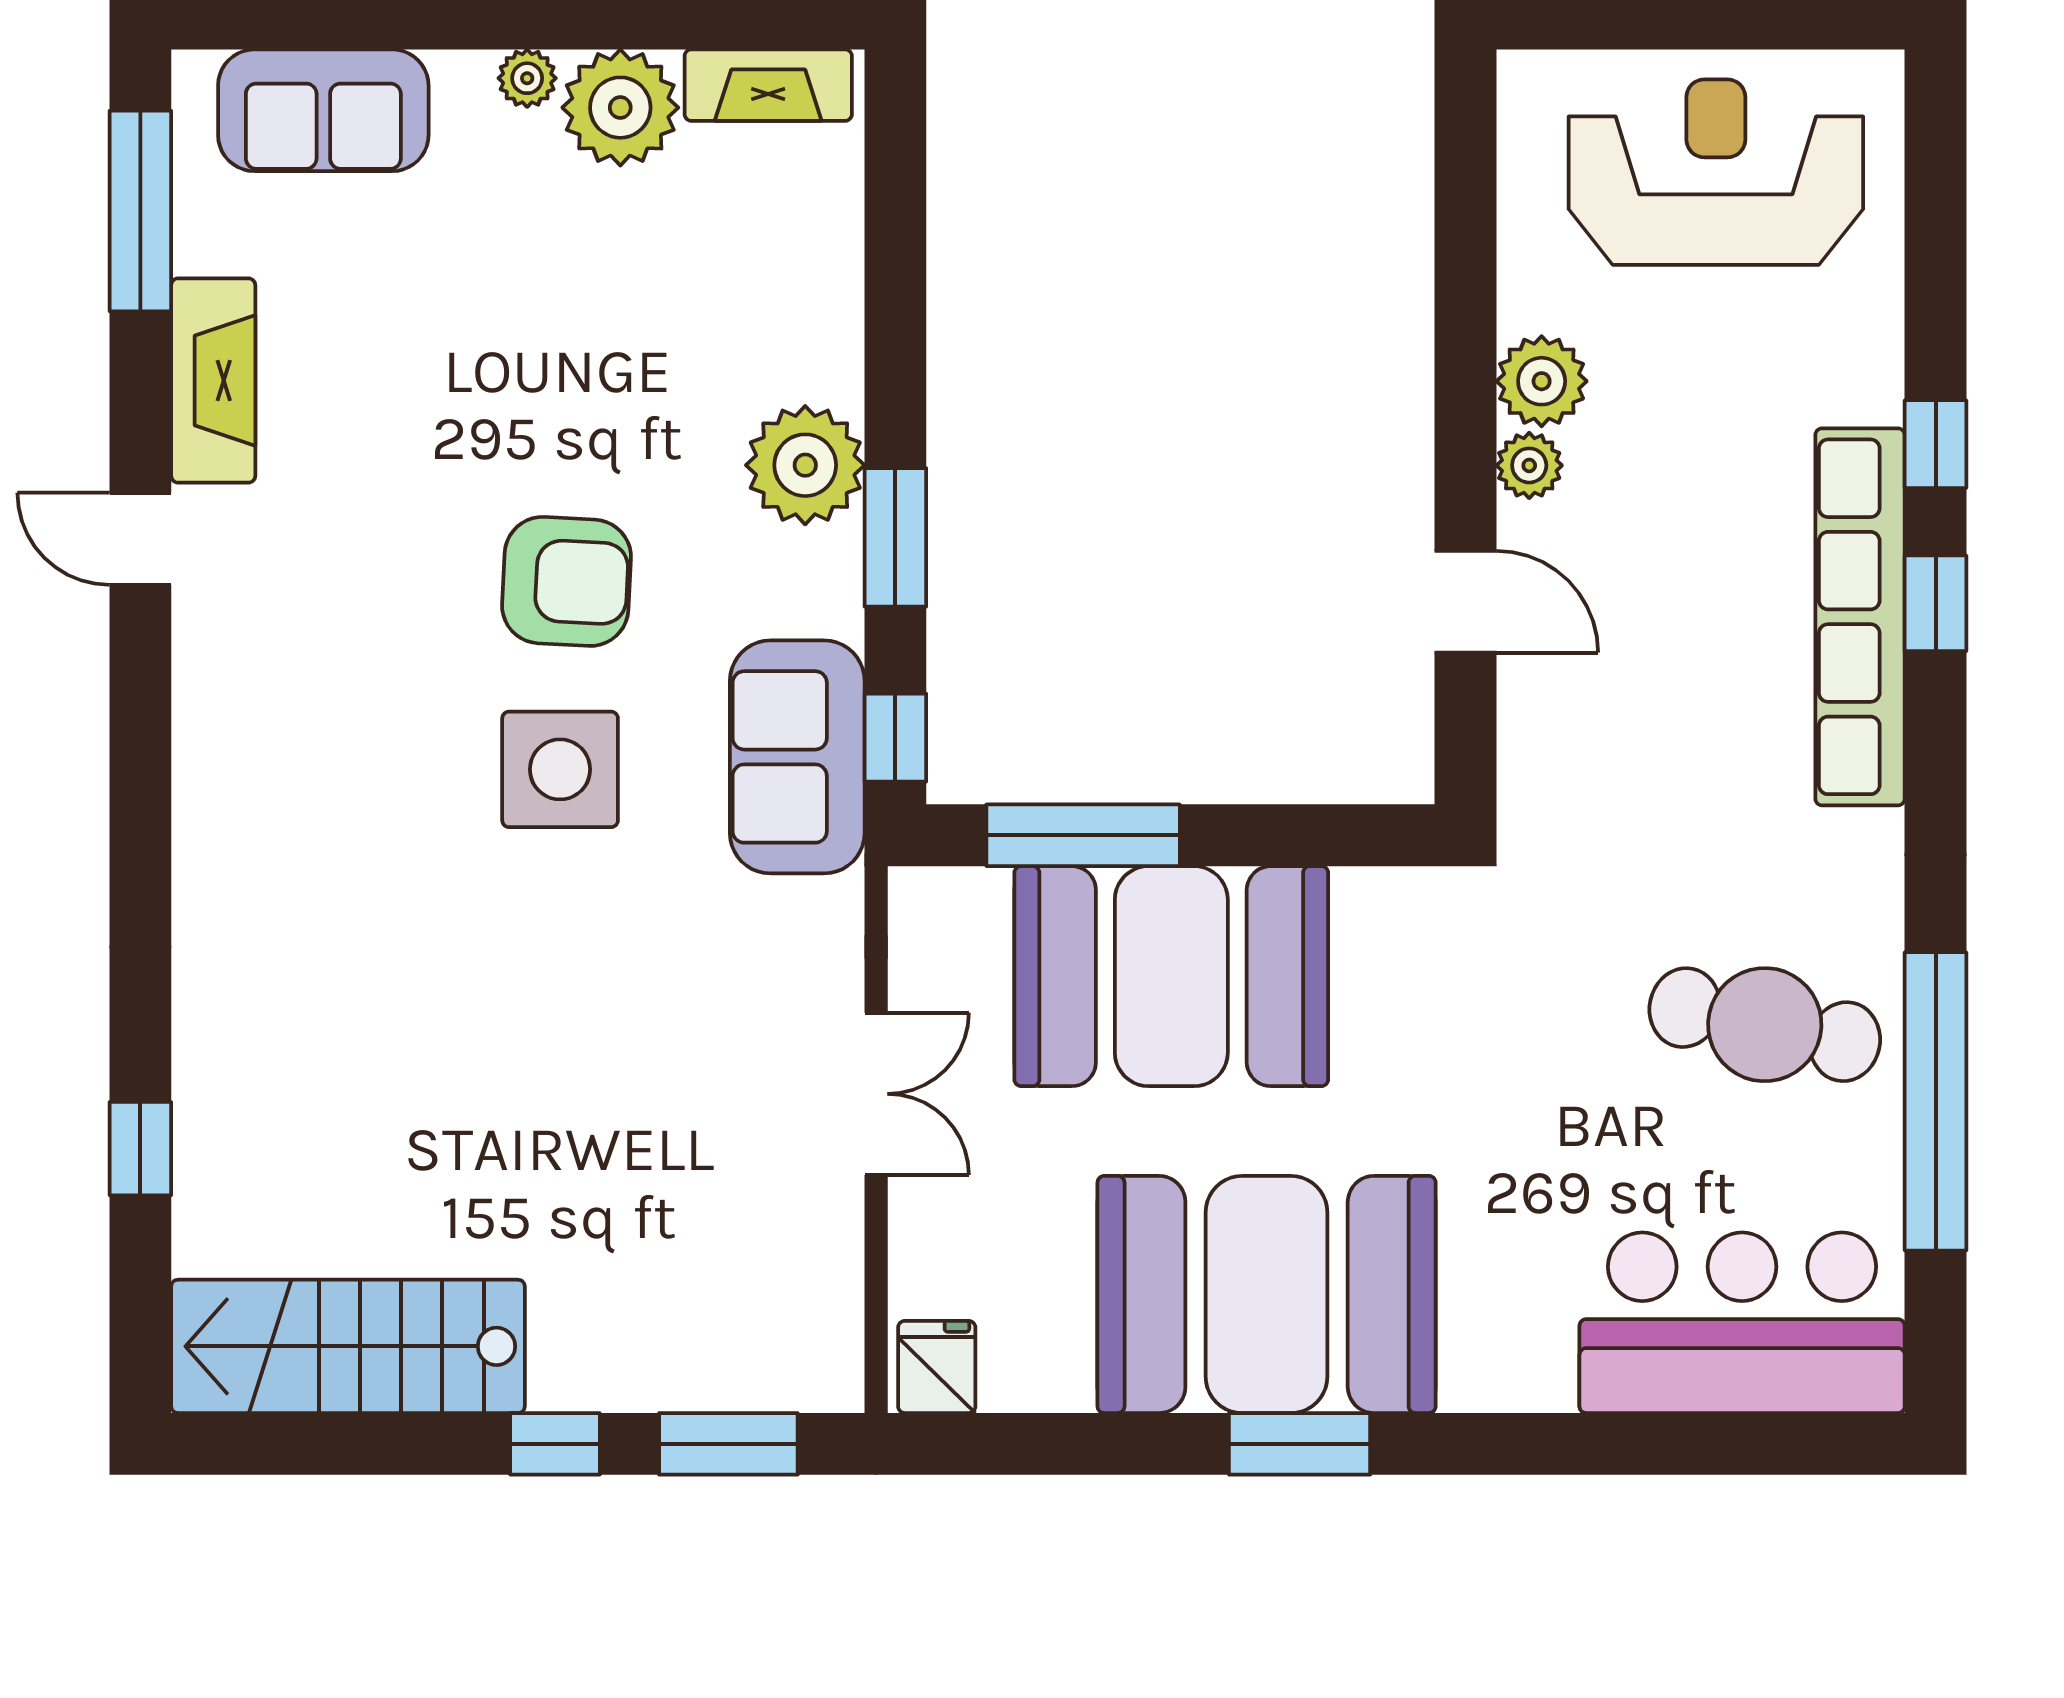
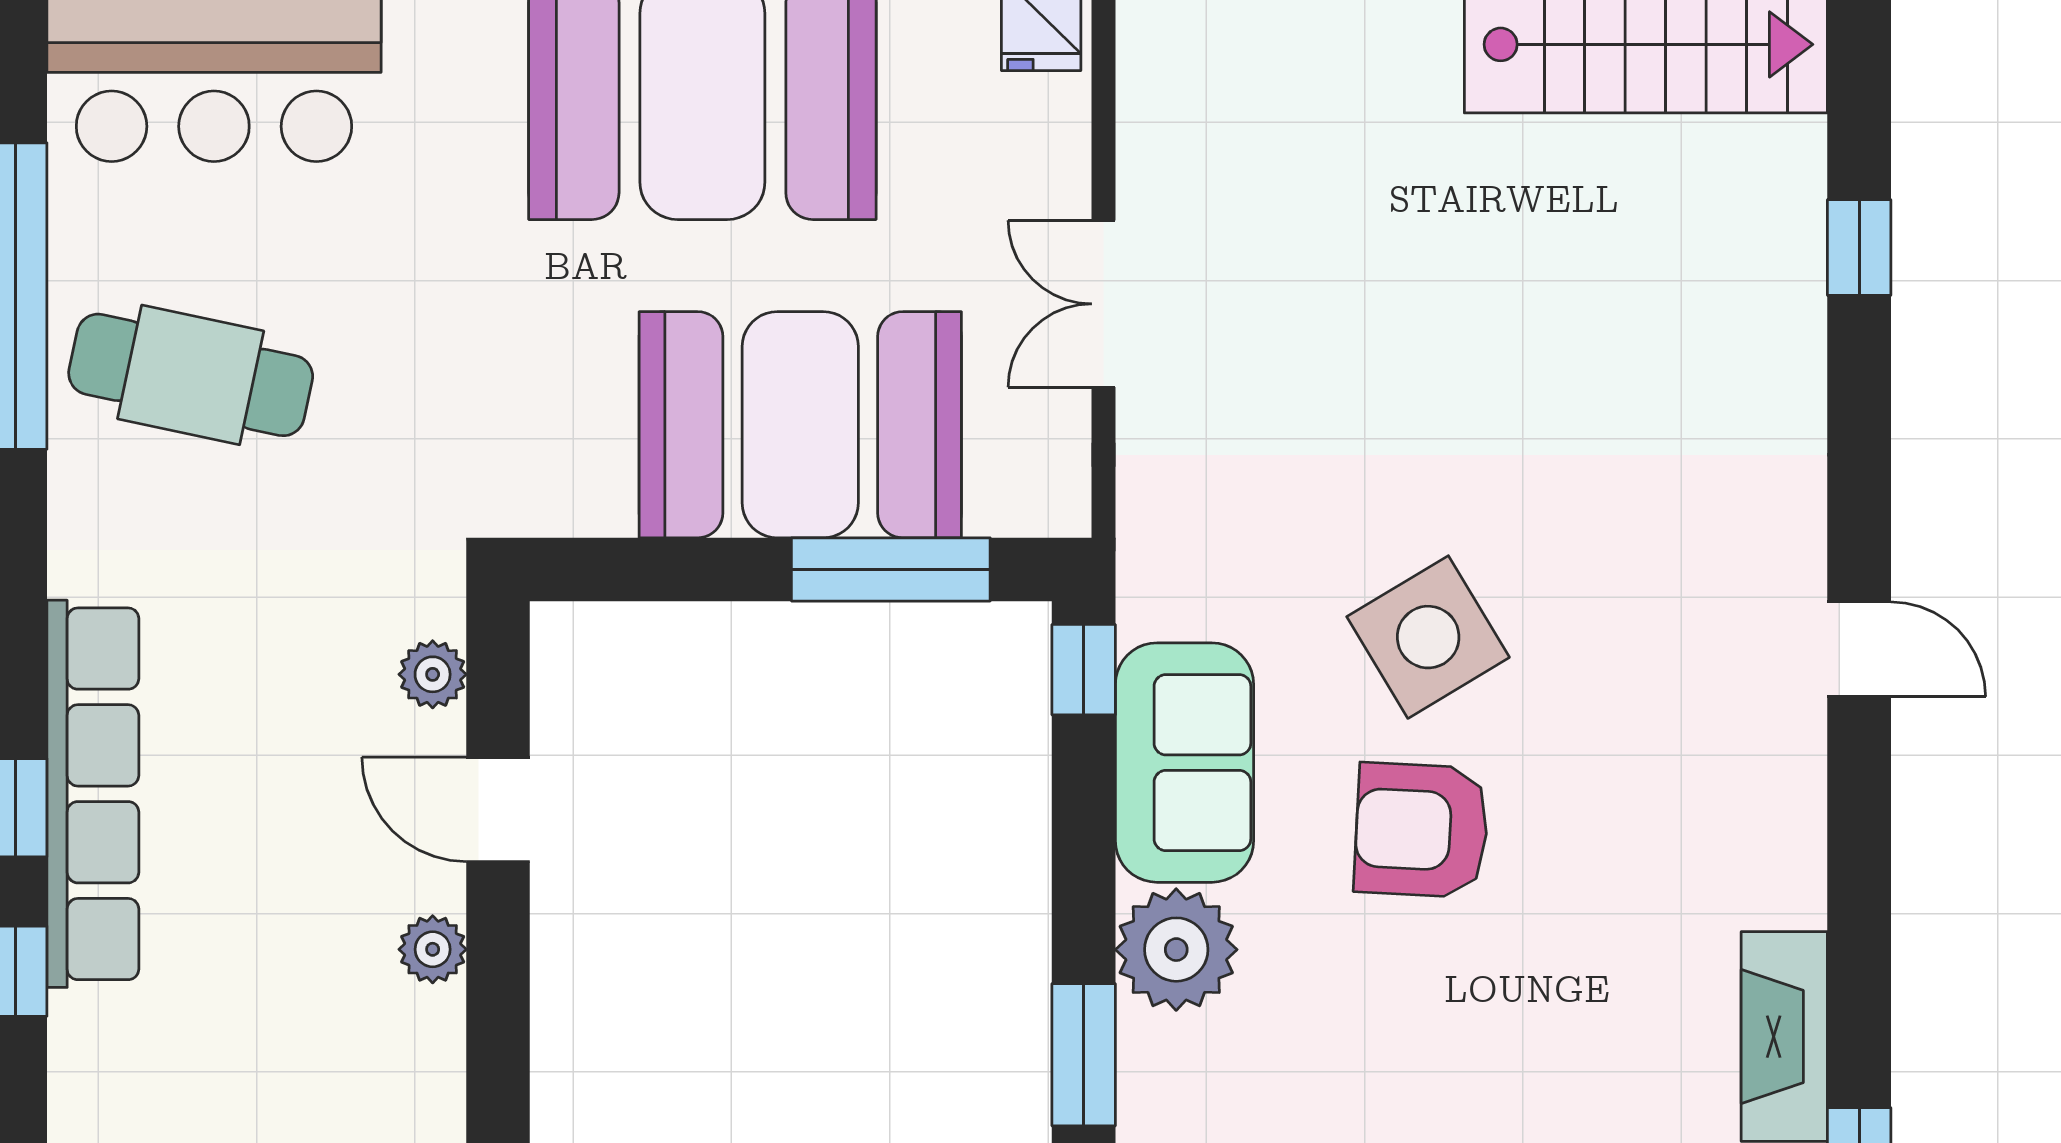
plant: (1542, 381) -> (433, 674), moved, width x0.73, depth x0.73
window: (895, 537) -> (1084, 1055), moved
door: (140, 539) -> (1859, 649), moved
sofa: (797, 757) -> (1184, 763), moved
side table: (560, 769) -> (1428, 637), turned -31

